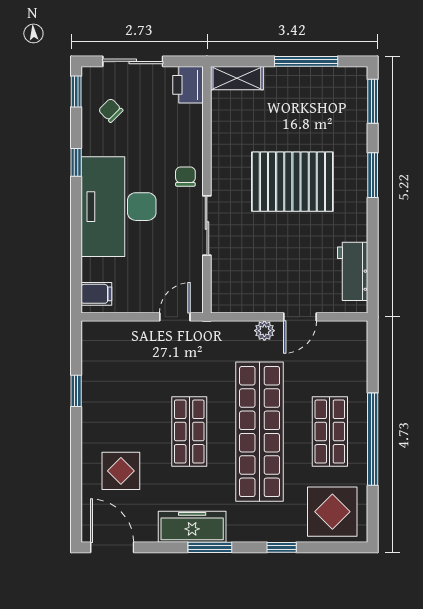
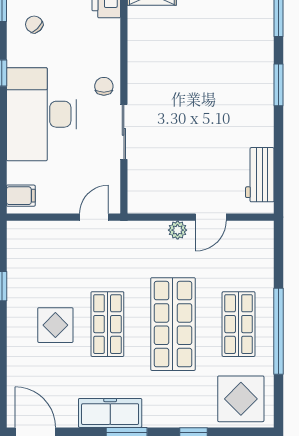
pallet: (292, 182) -> (204, 91), removed
shop shelf: (260, 432) -> (173, 324), width x0.71
display table: (121, 471) -> (55, 325), moved

